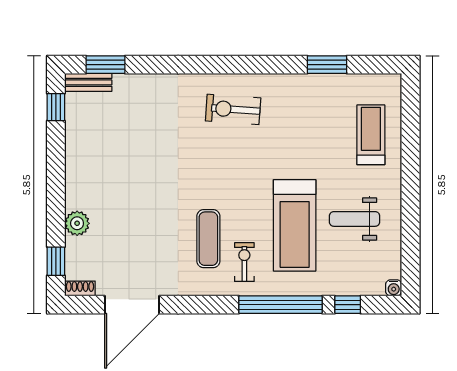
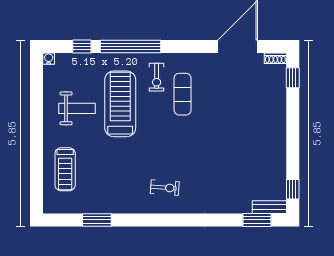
exercise bike: (233, 109) -> (165, 188), width x0.73, depth x0.72
plant: (77, 223) -> (277, 105), removed

